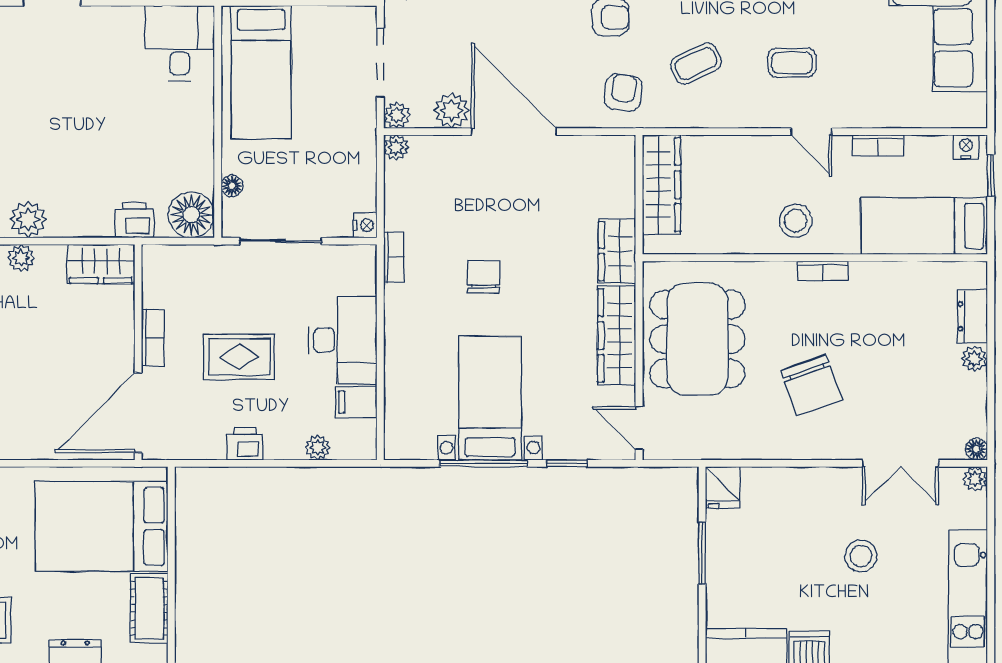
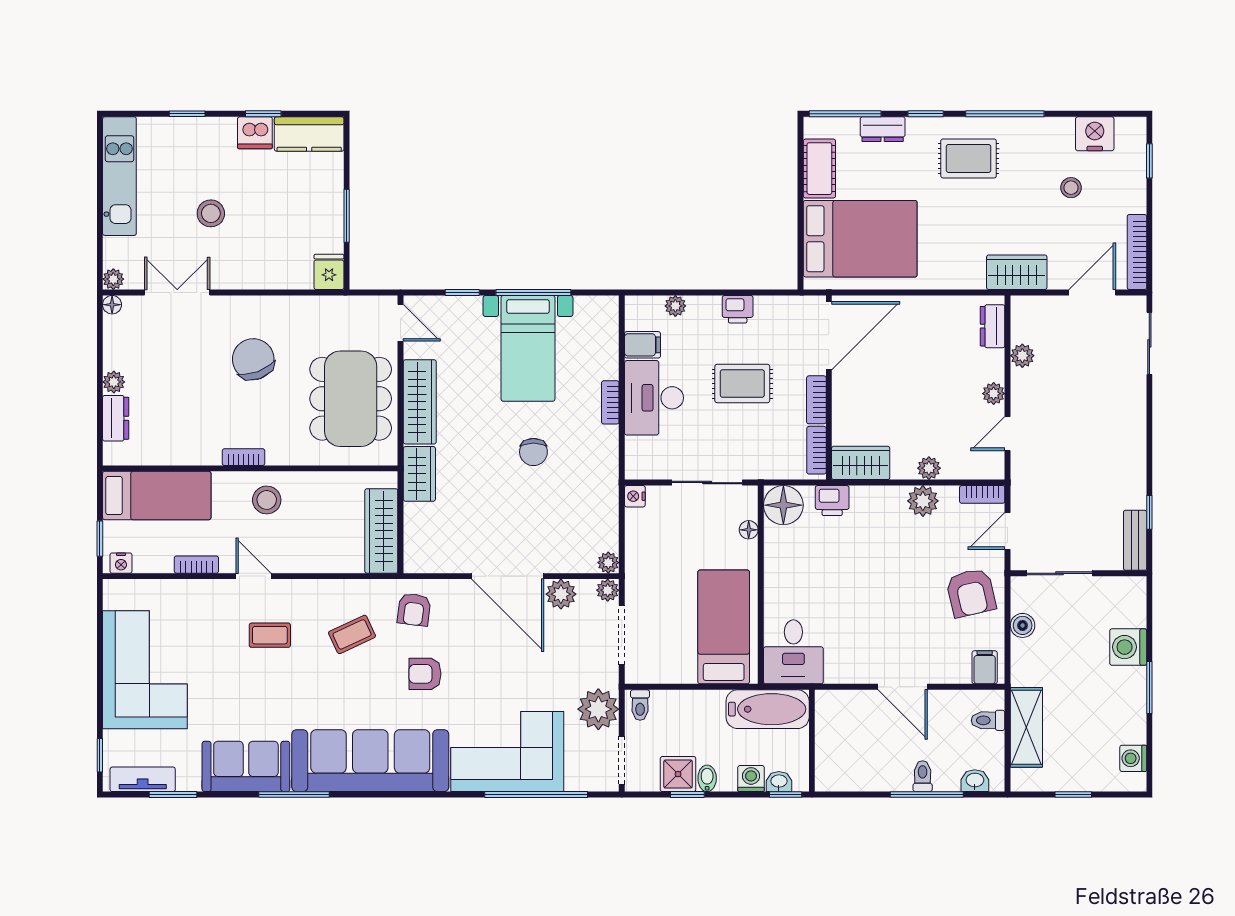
bookcase: (394, 257) -> (610, 402), moved
bookcase: (153, 279) -> (816, 450), added

